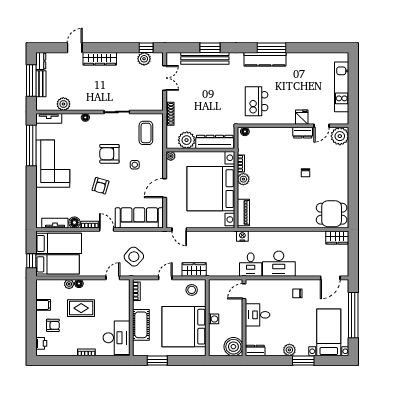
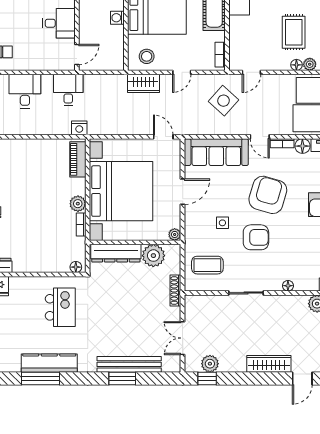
coffee table: (146, 133) -> (207, 265), turned 90
armchair: (100, 186) -> (268, 195), width x1.88, depth x1.88
desk: (279, 264) -> (25, 91), width x0.73
rug: (81, 308) -> (294, 32), turned 90

